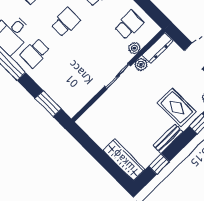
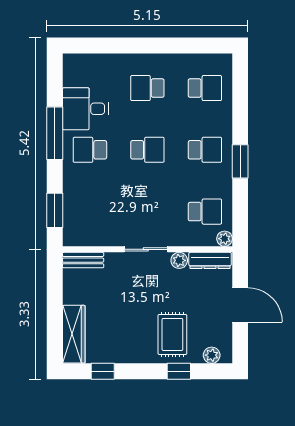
plant: (134, 48) -> (225, 239), moved
bench: (168, 139) -> (83, 260), moved

